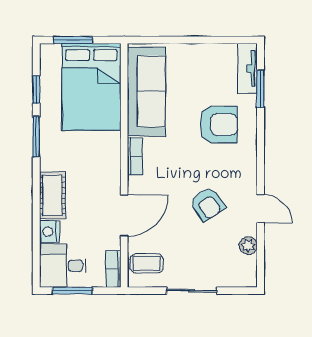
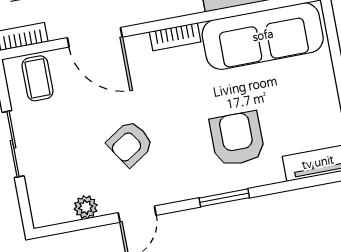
window: (260, 89) -> (224, 198), moved
armchair: (219, 124) -> (237, 139), turned 180

